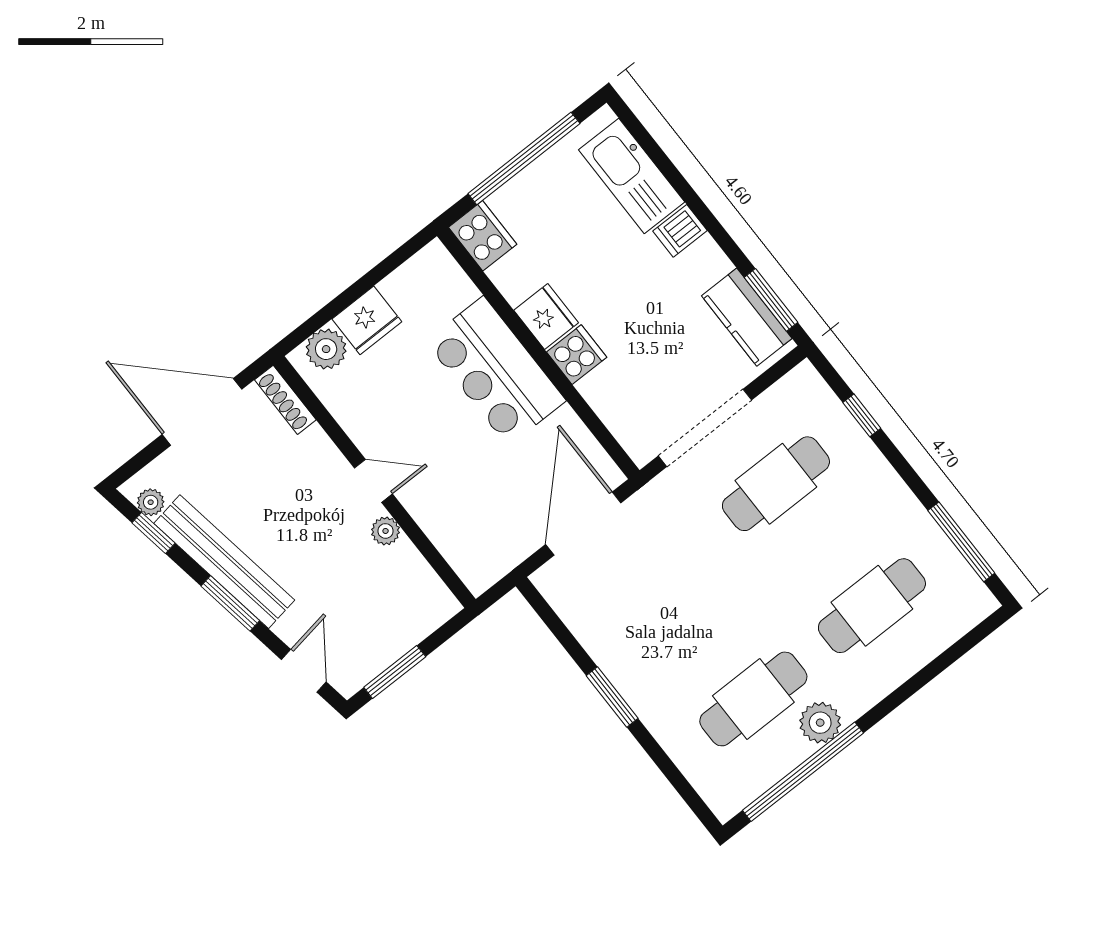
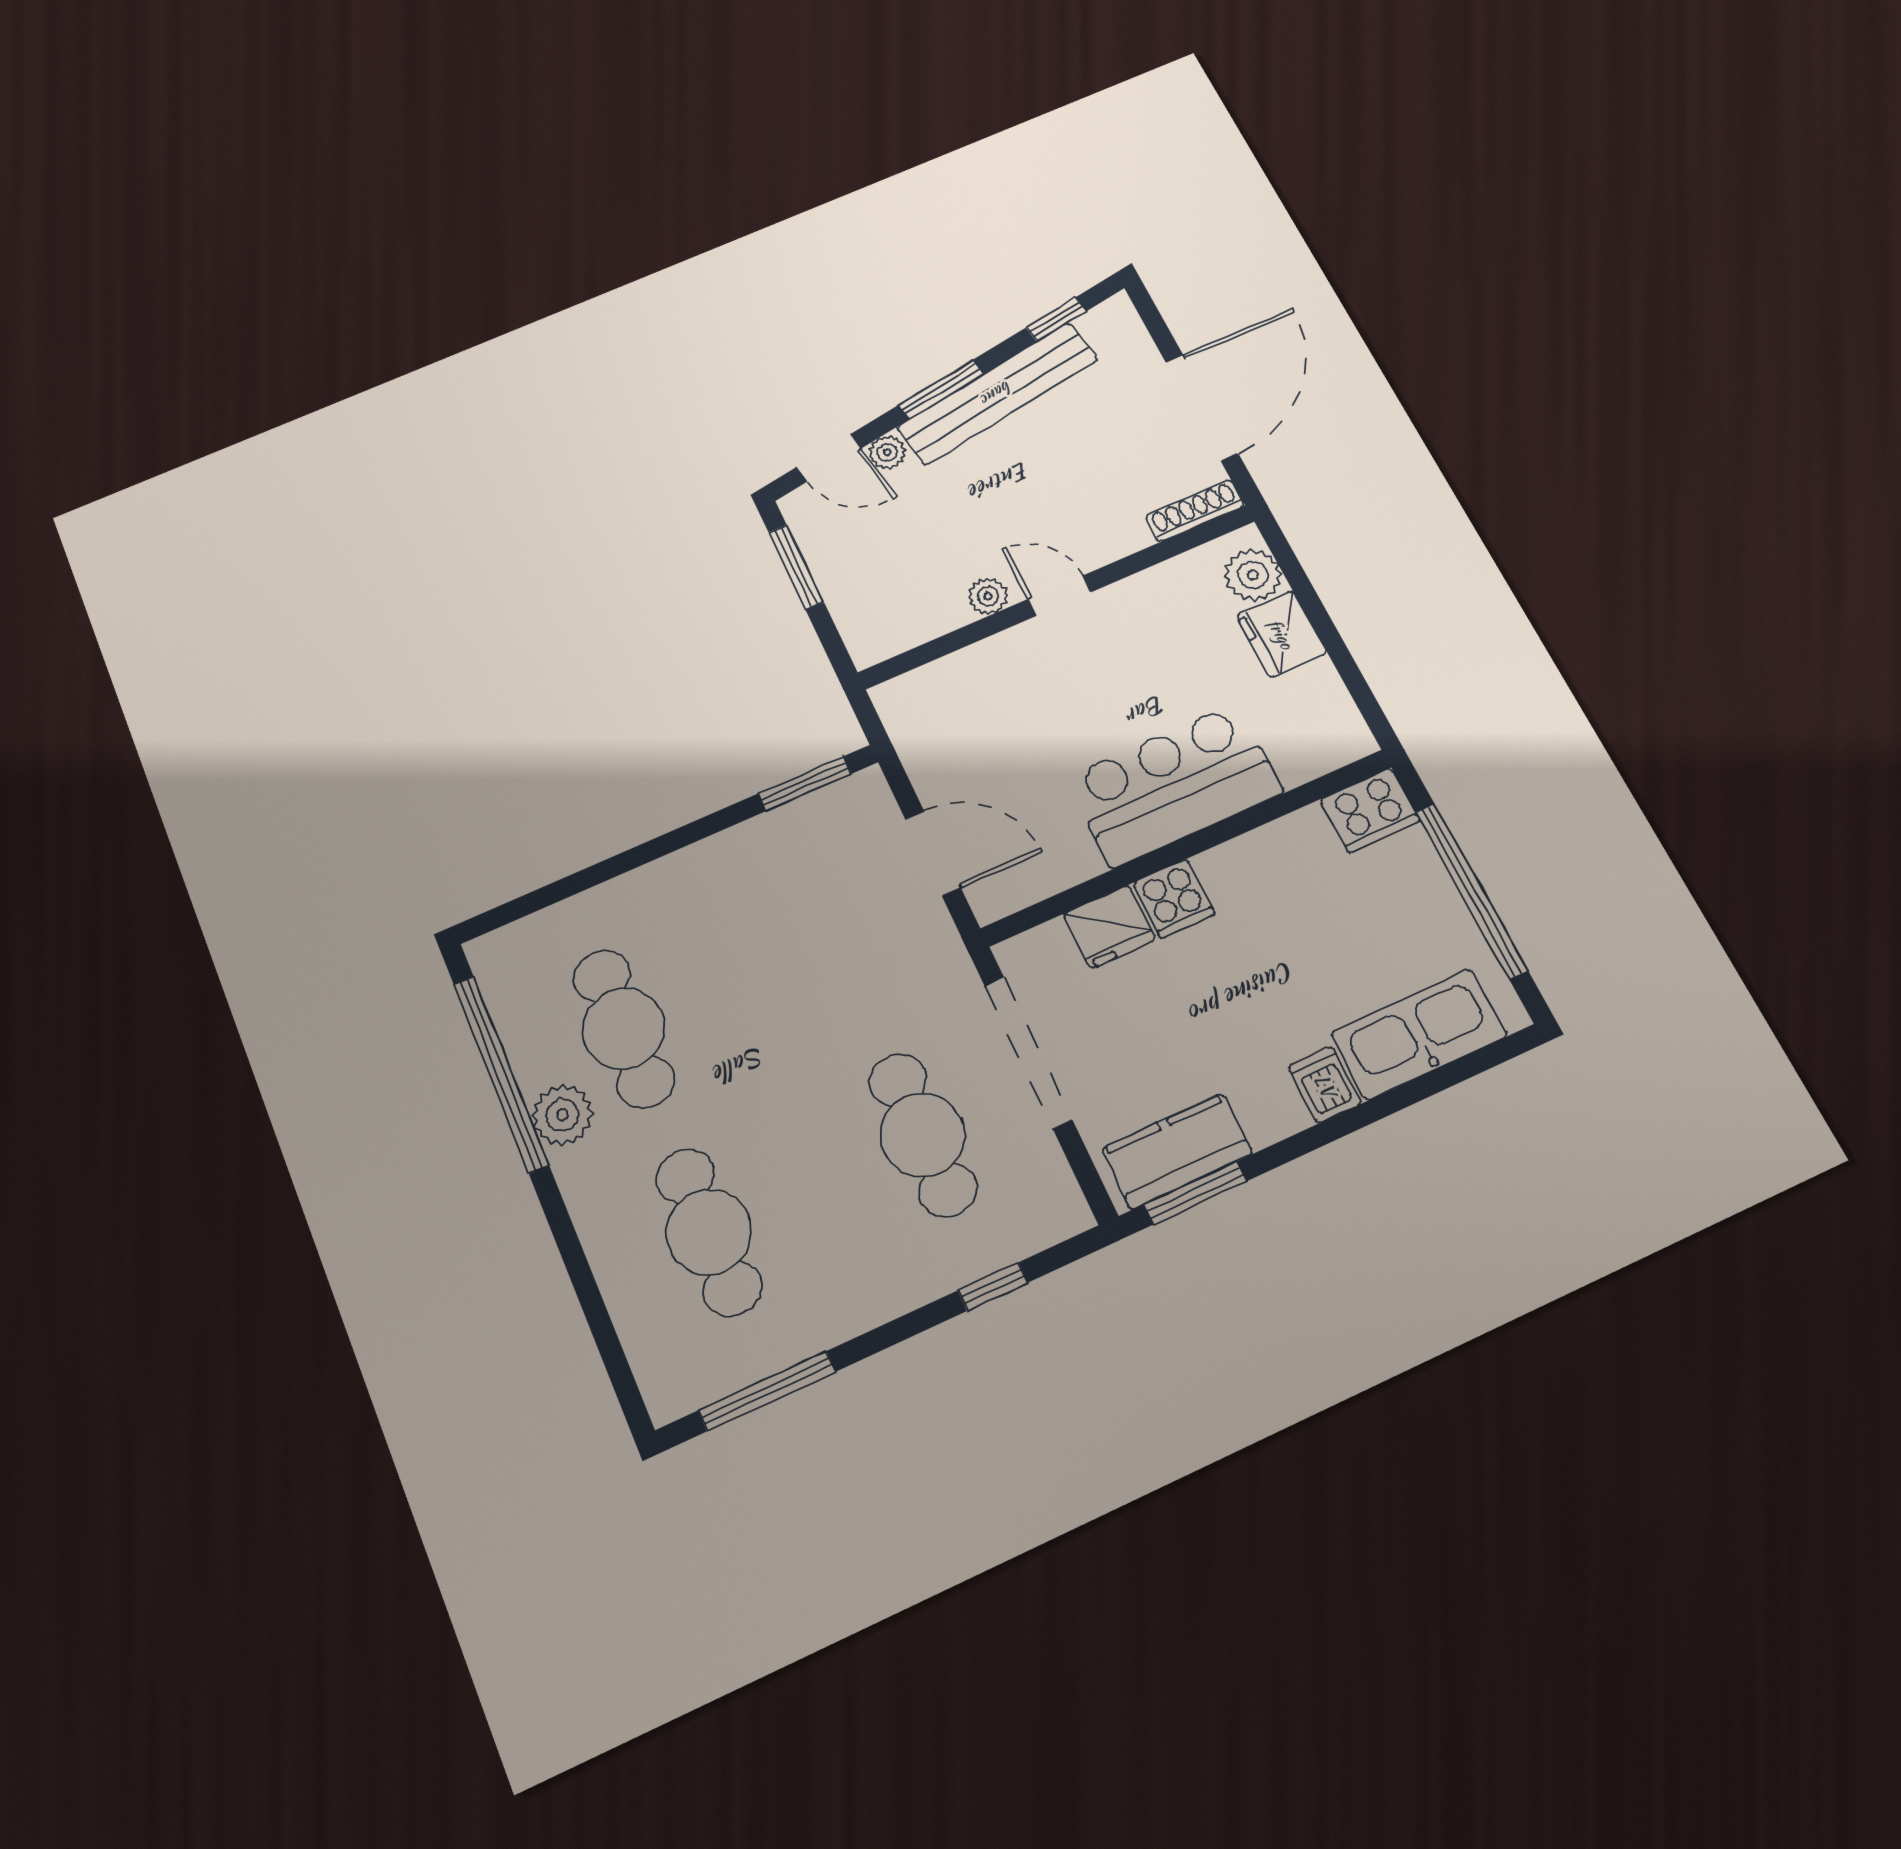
fridge: (546, 317) -> (1110, 927), moved
door: (373, 481) -> (1060, 596), swing flipped
plant: (151, 502) -> (887, 452), moved
door: (583, 524) -> (933, 853), width x0.73
window: (612, 697) -> (805, 784), moved

